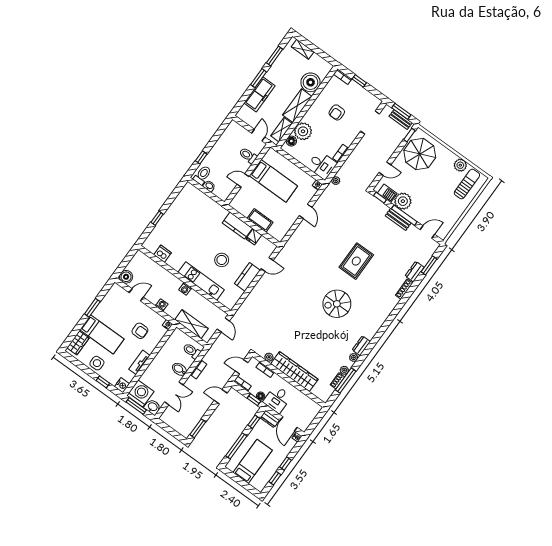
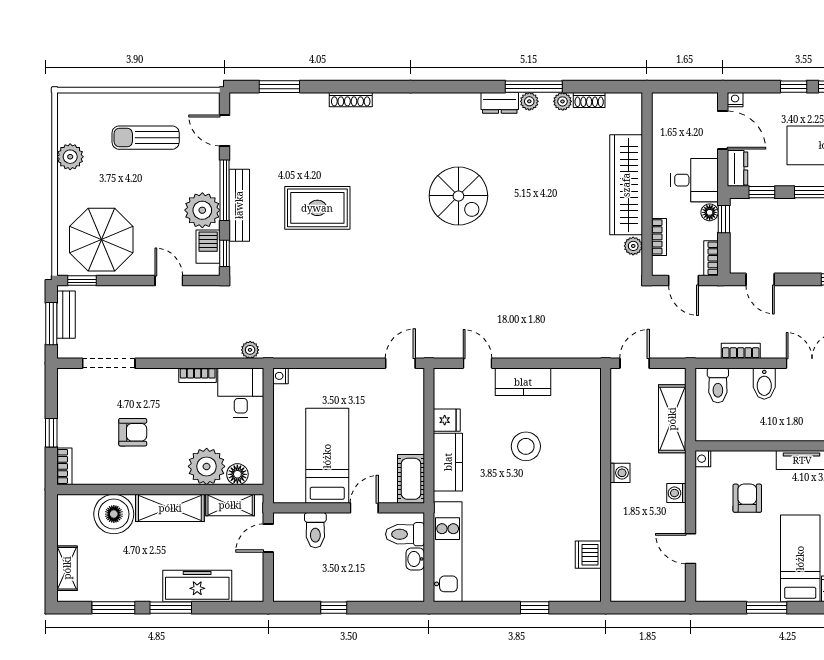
window: (201, 157) -> (334, 608), moved
toilet: (202, 175) -> (405, 534), moved
door: (243, 181) -> (364, 508), swing flipped
sun lounger: (467, 184) -> (146, 138), moved
door: (306, 211) -> (400, 363), moved
bench: (398, 219) -> (239, 205), width x1.36
cot: (260, 220) -> (411, 479), moved
rug: (356, 261) -> (317, 208), moved
dresser: (415, 272) -> (308, 103), removed
boiler: (126, 277) -> (672, 588), removed
kitchen unit: (201, 281) -> (448, 552), moved, turned 180
window: (346, 380) -> (534, 87), moved
door: (289, 424) -> (723, 130), hinge flipped

